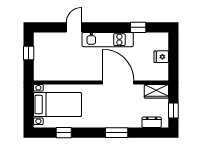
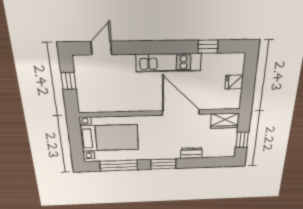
door: (74, 27) -> (101, 48), moved
dresser: (152, 122) -> (191, 153), moved
window: (64, 133) -> (119, 166), width x2.17
window: (117, 133) -> (163, 164), moved

